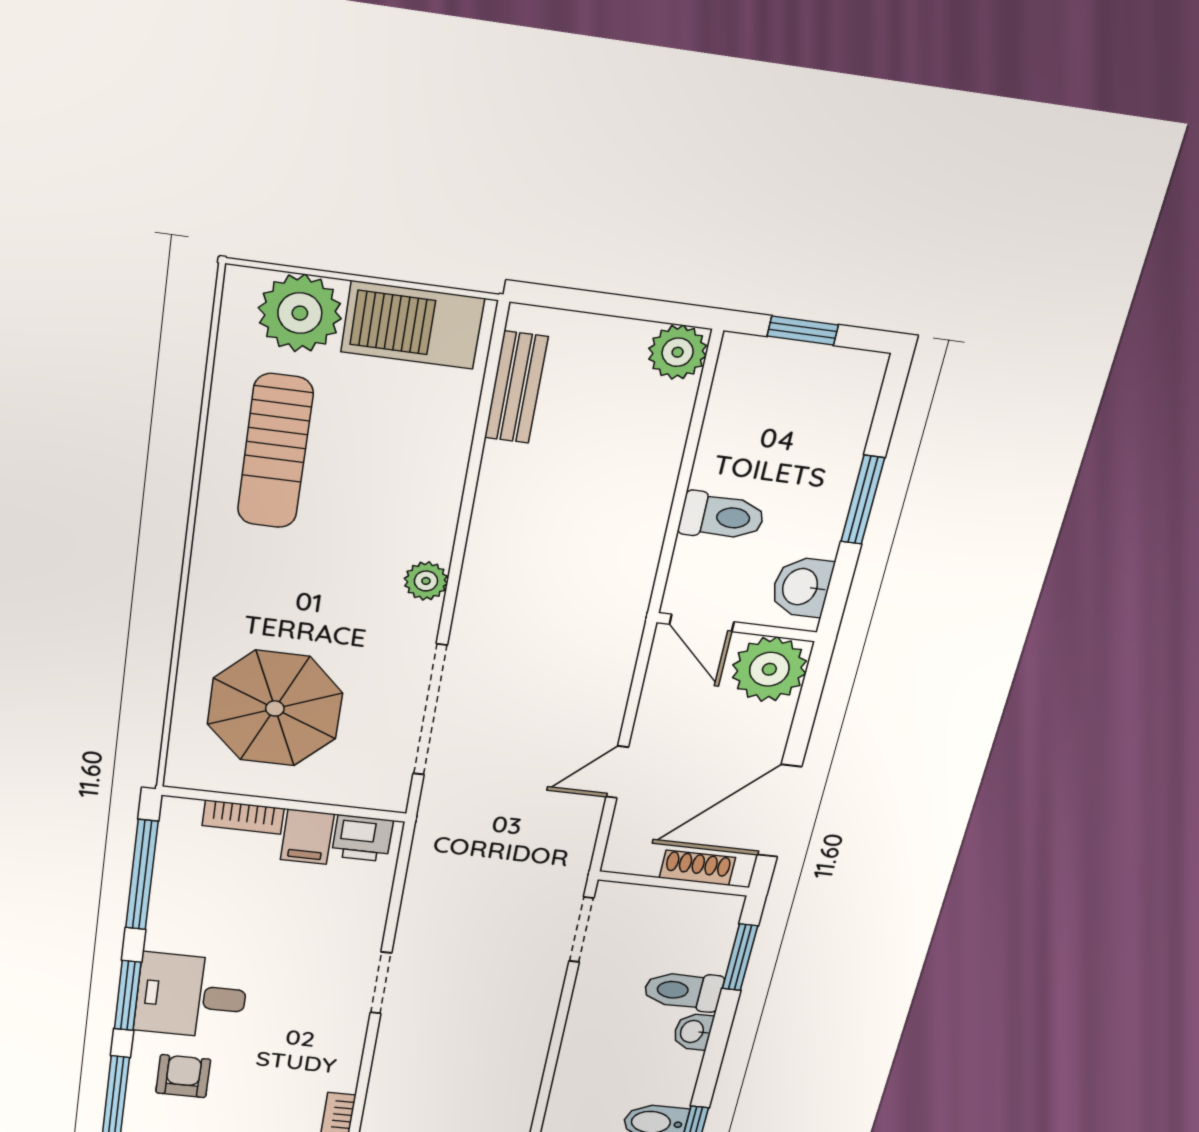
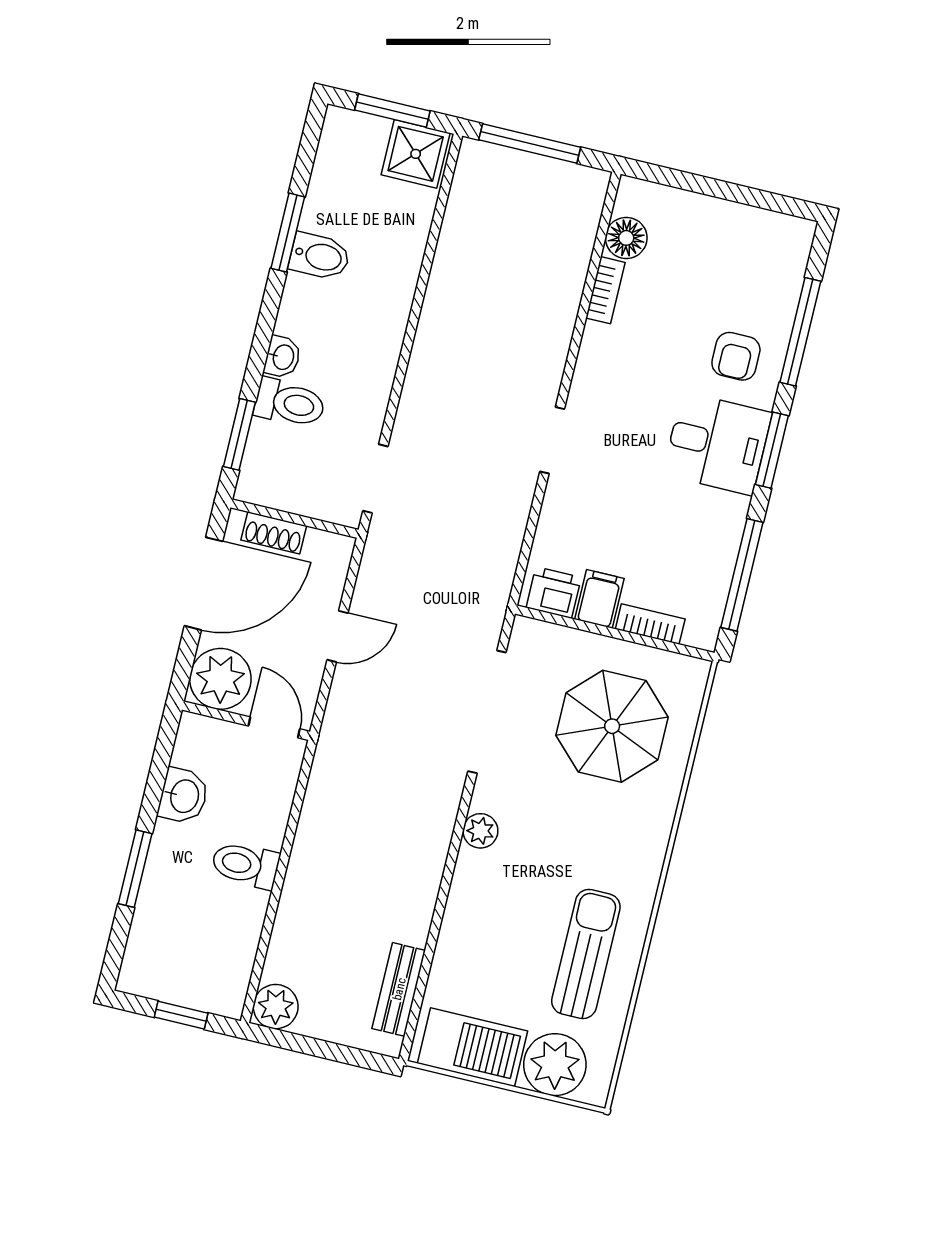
door: (702, 623) -> (274, 727), moved
wall: (737, 627) -> (246, 721), moved
plant: (769, 669) -> (220, 679), moved

